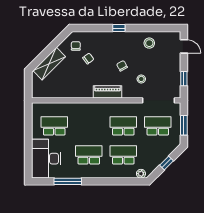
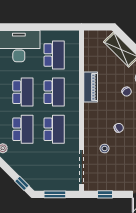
piano: (108, 92) -> (91, 87), moved
school desk: (158, 126) -> (54, 92), moved
window: (166, 163) -> (22, 183), moved

